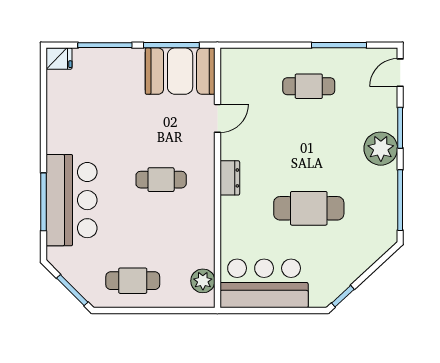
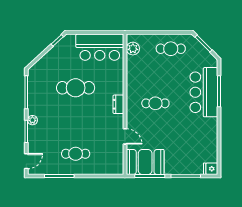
door: (217, 118) -> (125, 136), swing flipped
plant: (381, 149) -> (32, 120), width x0.53, depth x0.53

